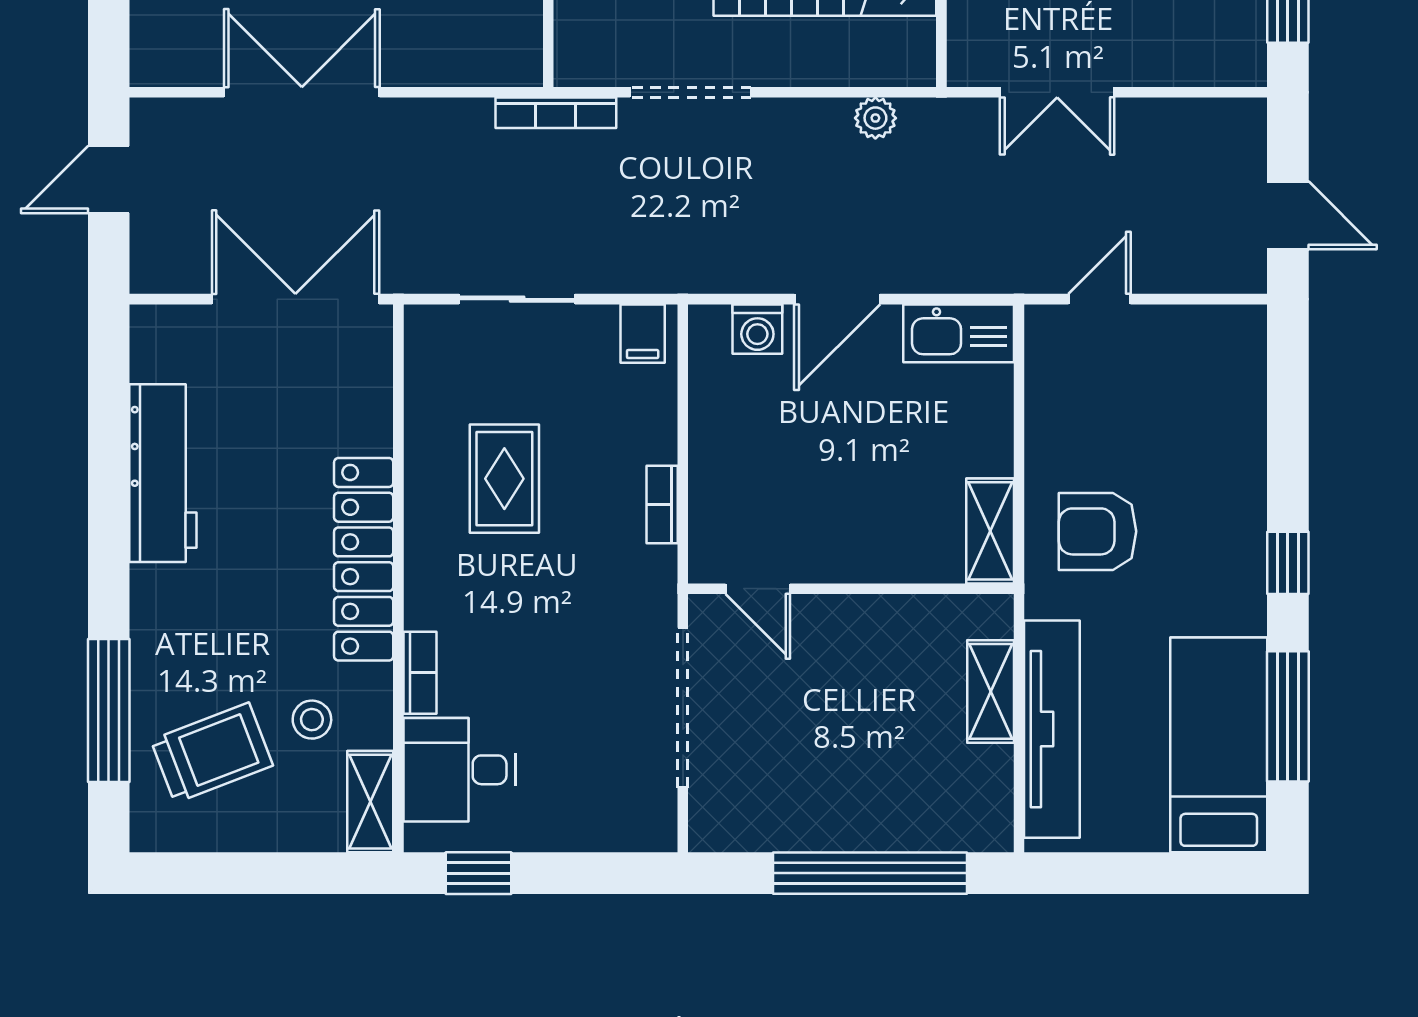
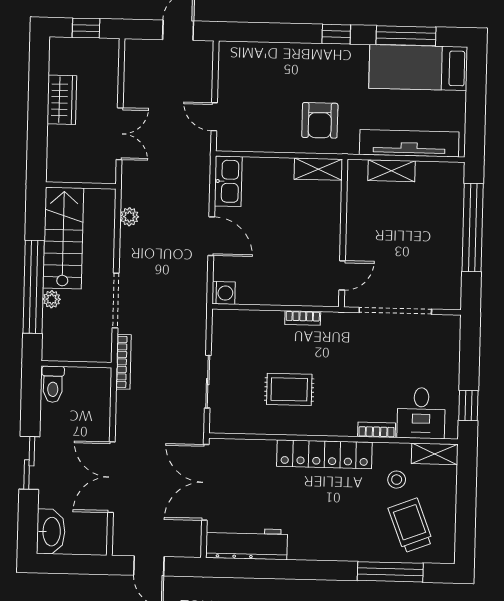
washing machine: (757, 329) -> (224, 293), moved
filing cabinet: (643, 334) -> (225, 325), removed
workbench: (163, 473) -> (247, 544), moved

